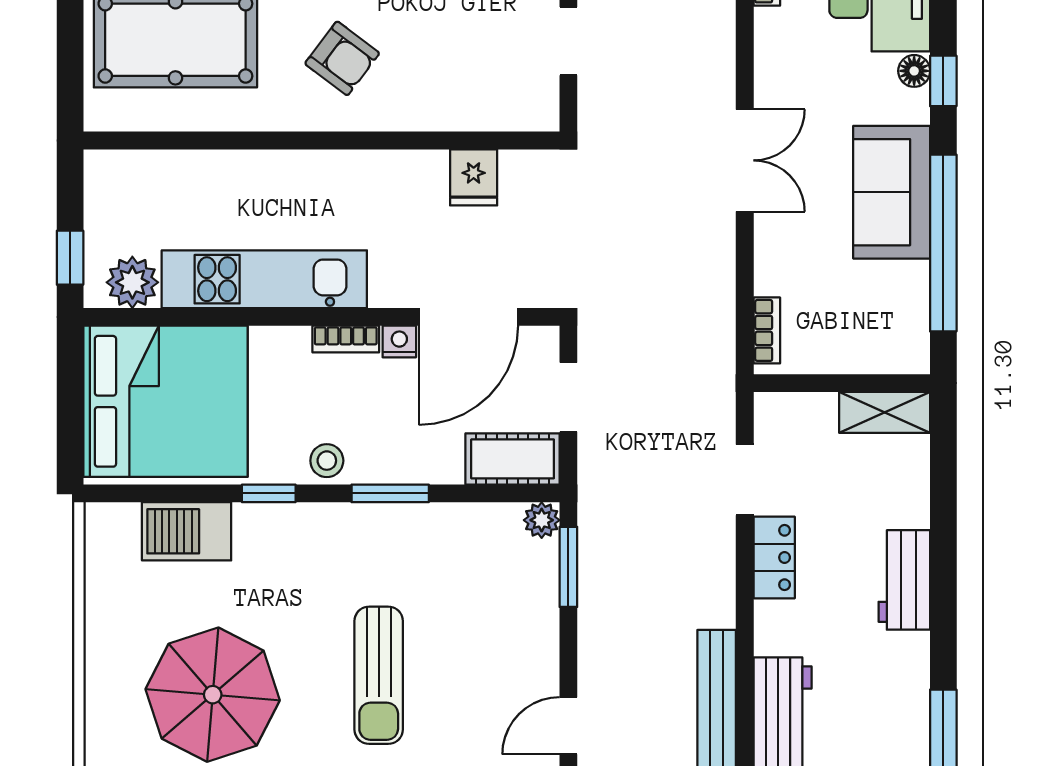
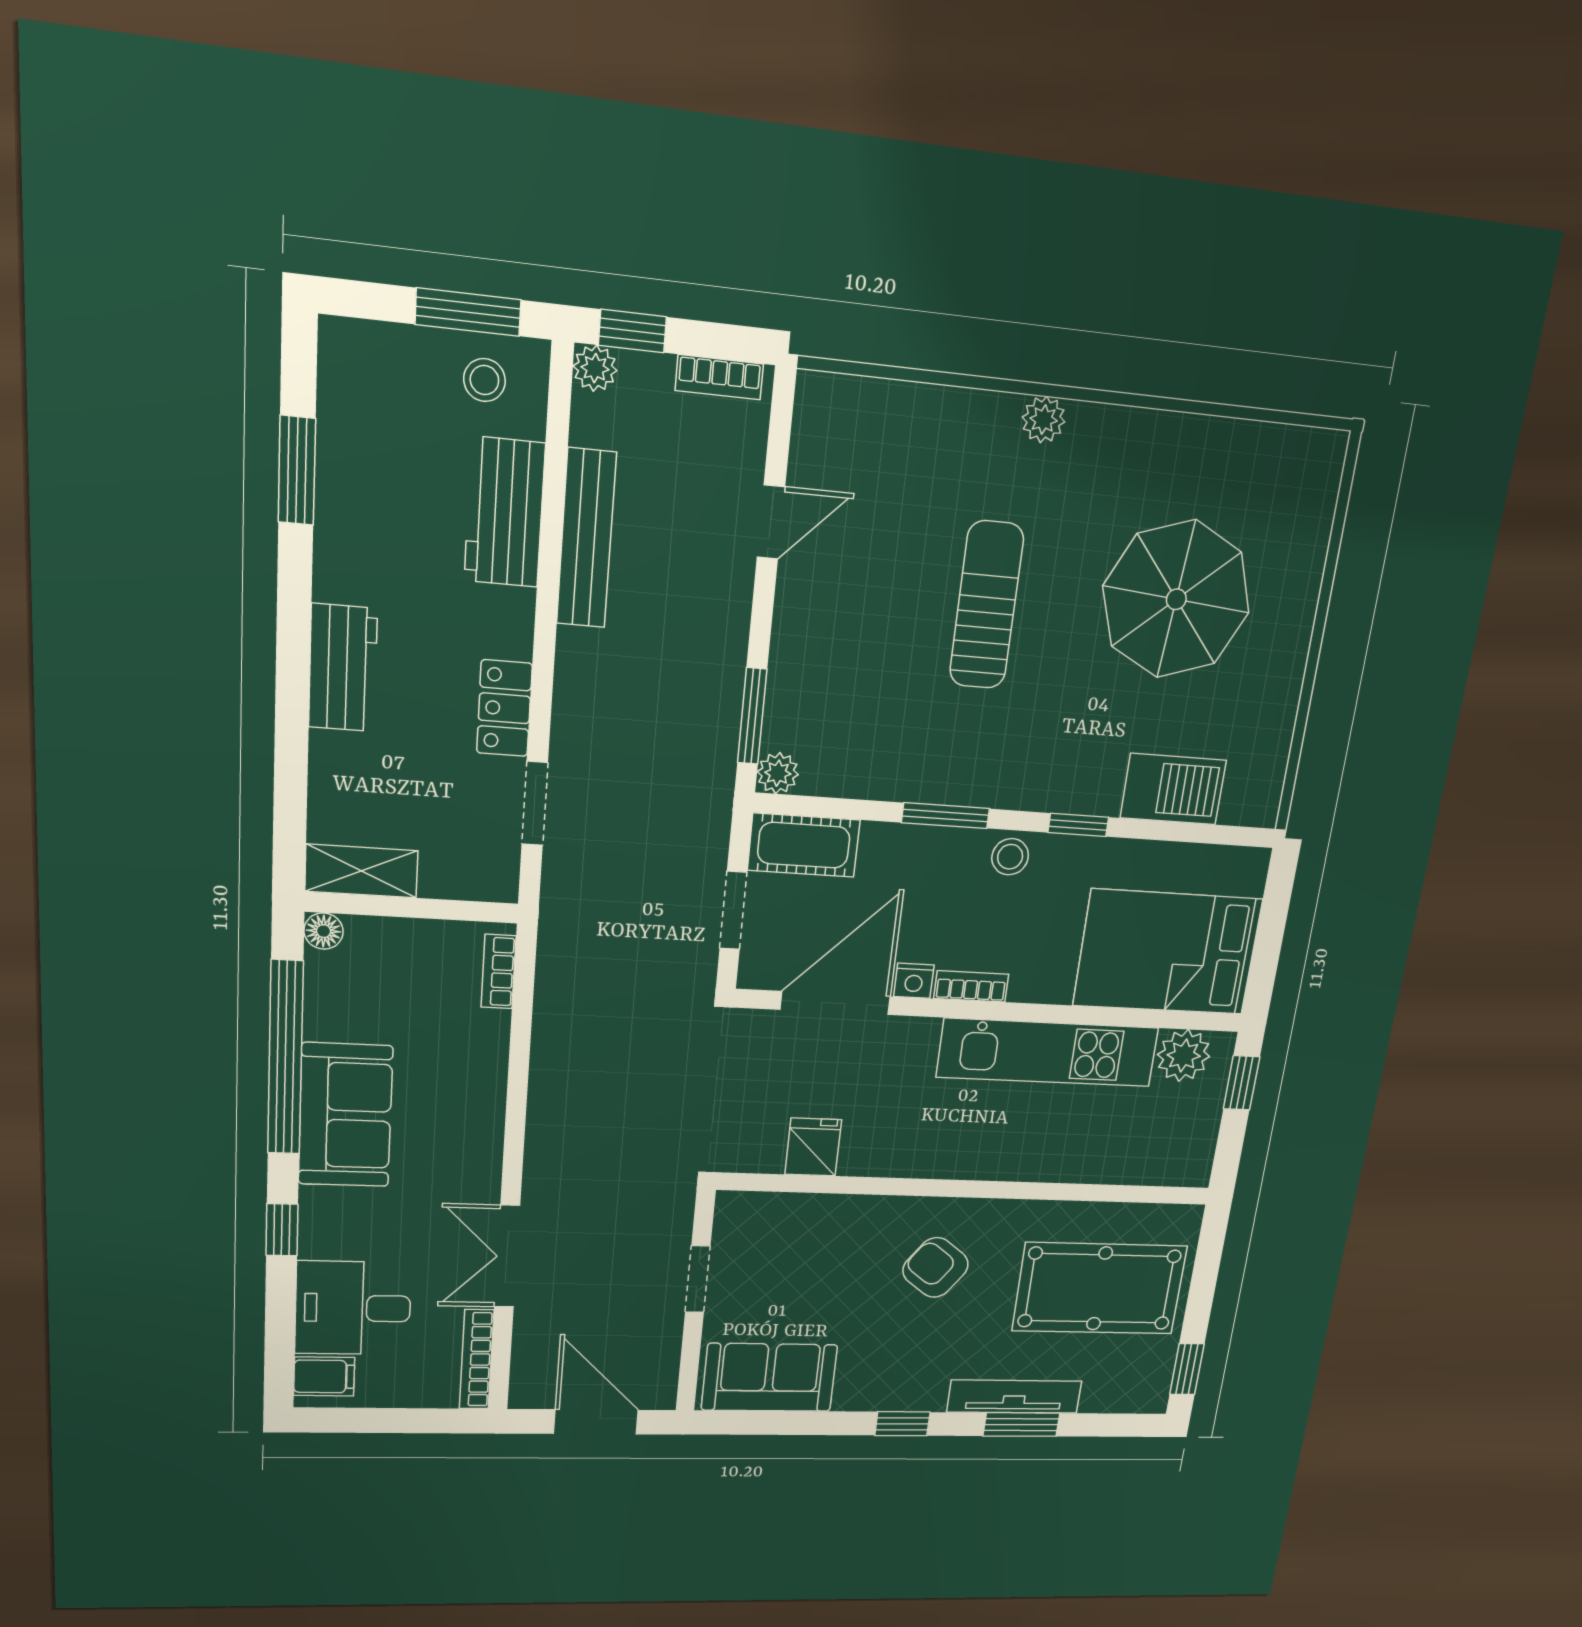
floor lamp: (914, 71) -> (324, 931), moved
double door: (745, 160) -> (507, 1256), moved
bed: (165, 401) -> (1168, 952), width x0.73

